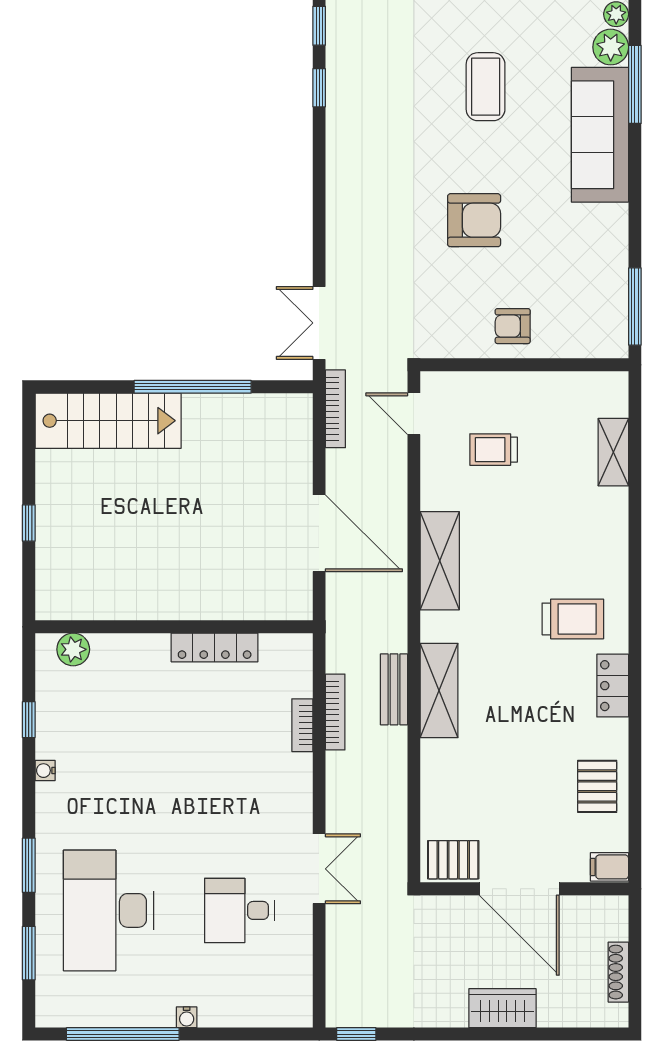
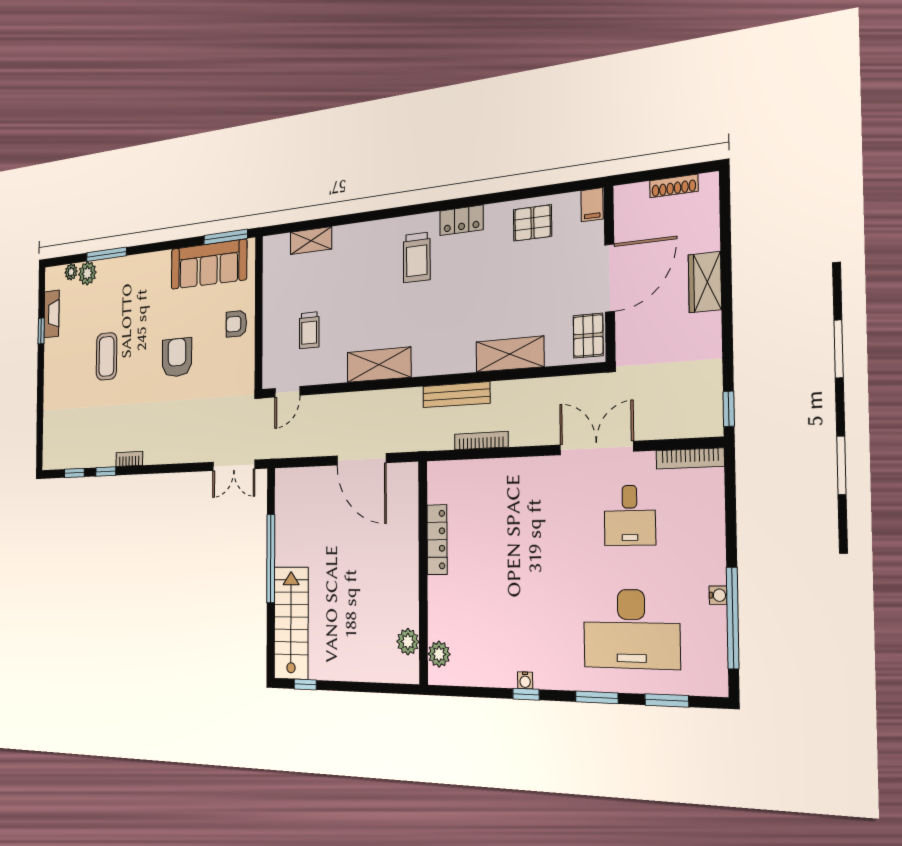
coffee table: (486, 87) -> (106, 356), turned 90
sofa: (600, 135) -> (209, 264), moved
armchair: (513, 326) -> (236, 324), turned 90
bookcase: (335, 409) -> (129, 459), moved, width x0.64
window: (29, 523) -> (305, 684), moved
door: (319, 533) -> (361, 459), swing flipped
plant: (88, 604) -> (408, 642), added
trolley: (573, 619) -> (417, 257), turned 180
bench: (394, 689) -> (456, 395), width x1.36
shelving: (439, 691) -> (510, 354), moved
window: (29, 720) -> (526, 694), moved
bookcase: (302, 725) -> (690, 458), moved, width x1.56
double door: (319, 869) -> (596, 448), width x1.37
water cooler: (187, 1017) -> (718, 595), moved

